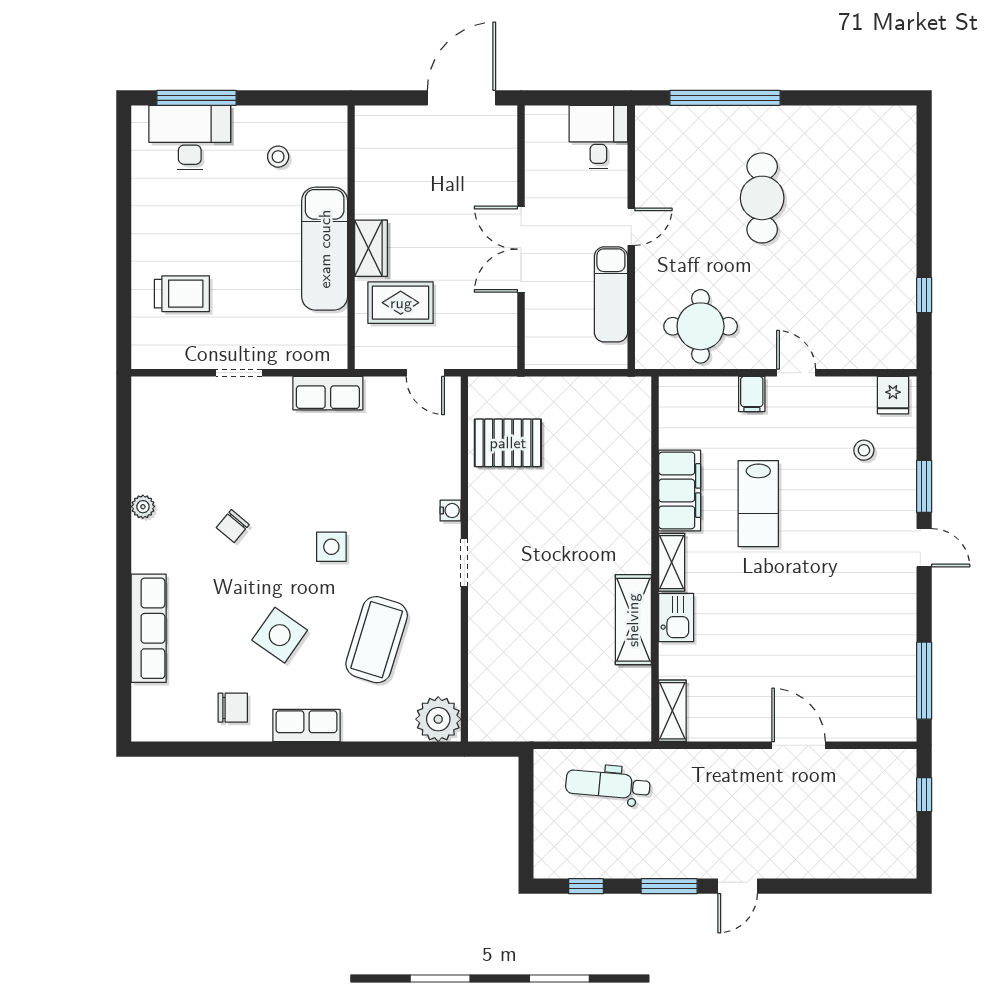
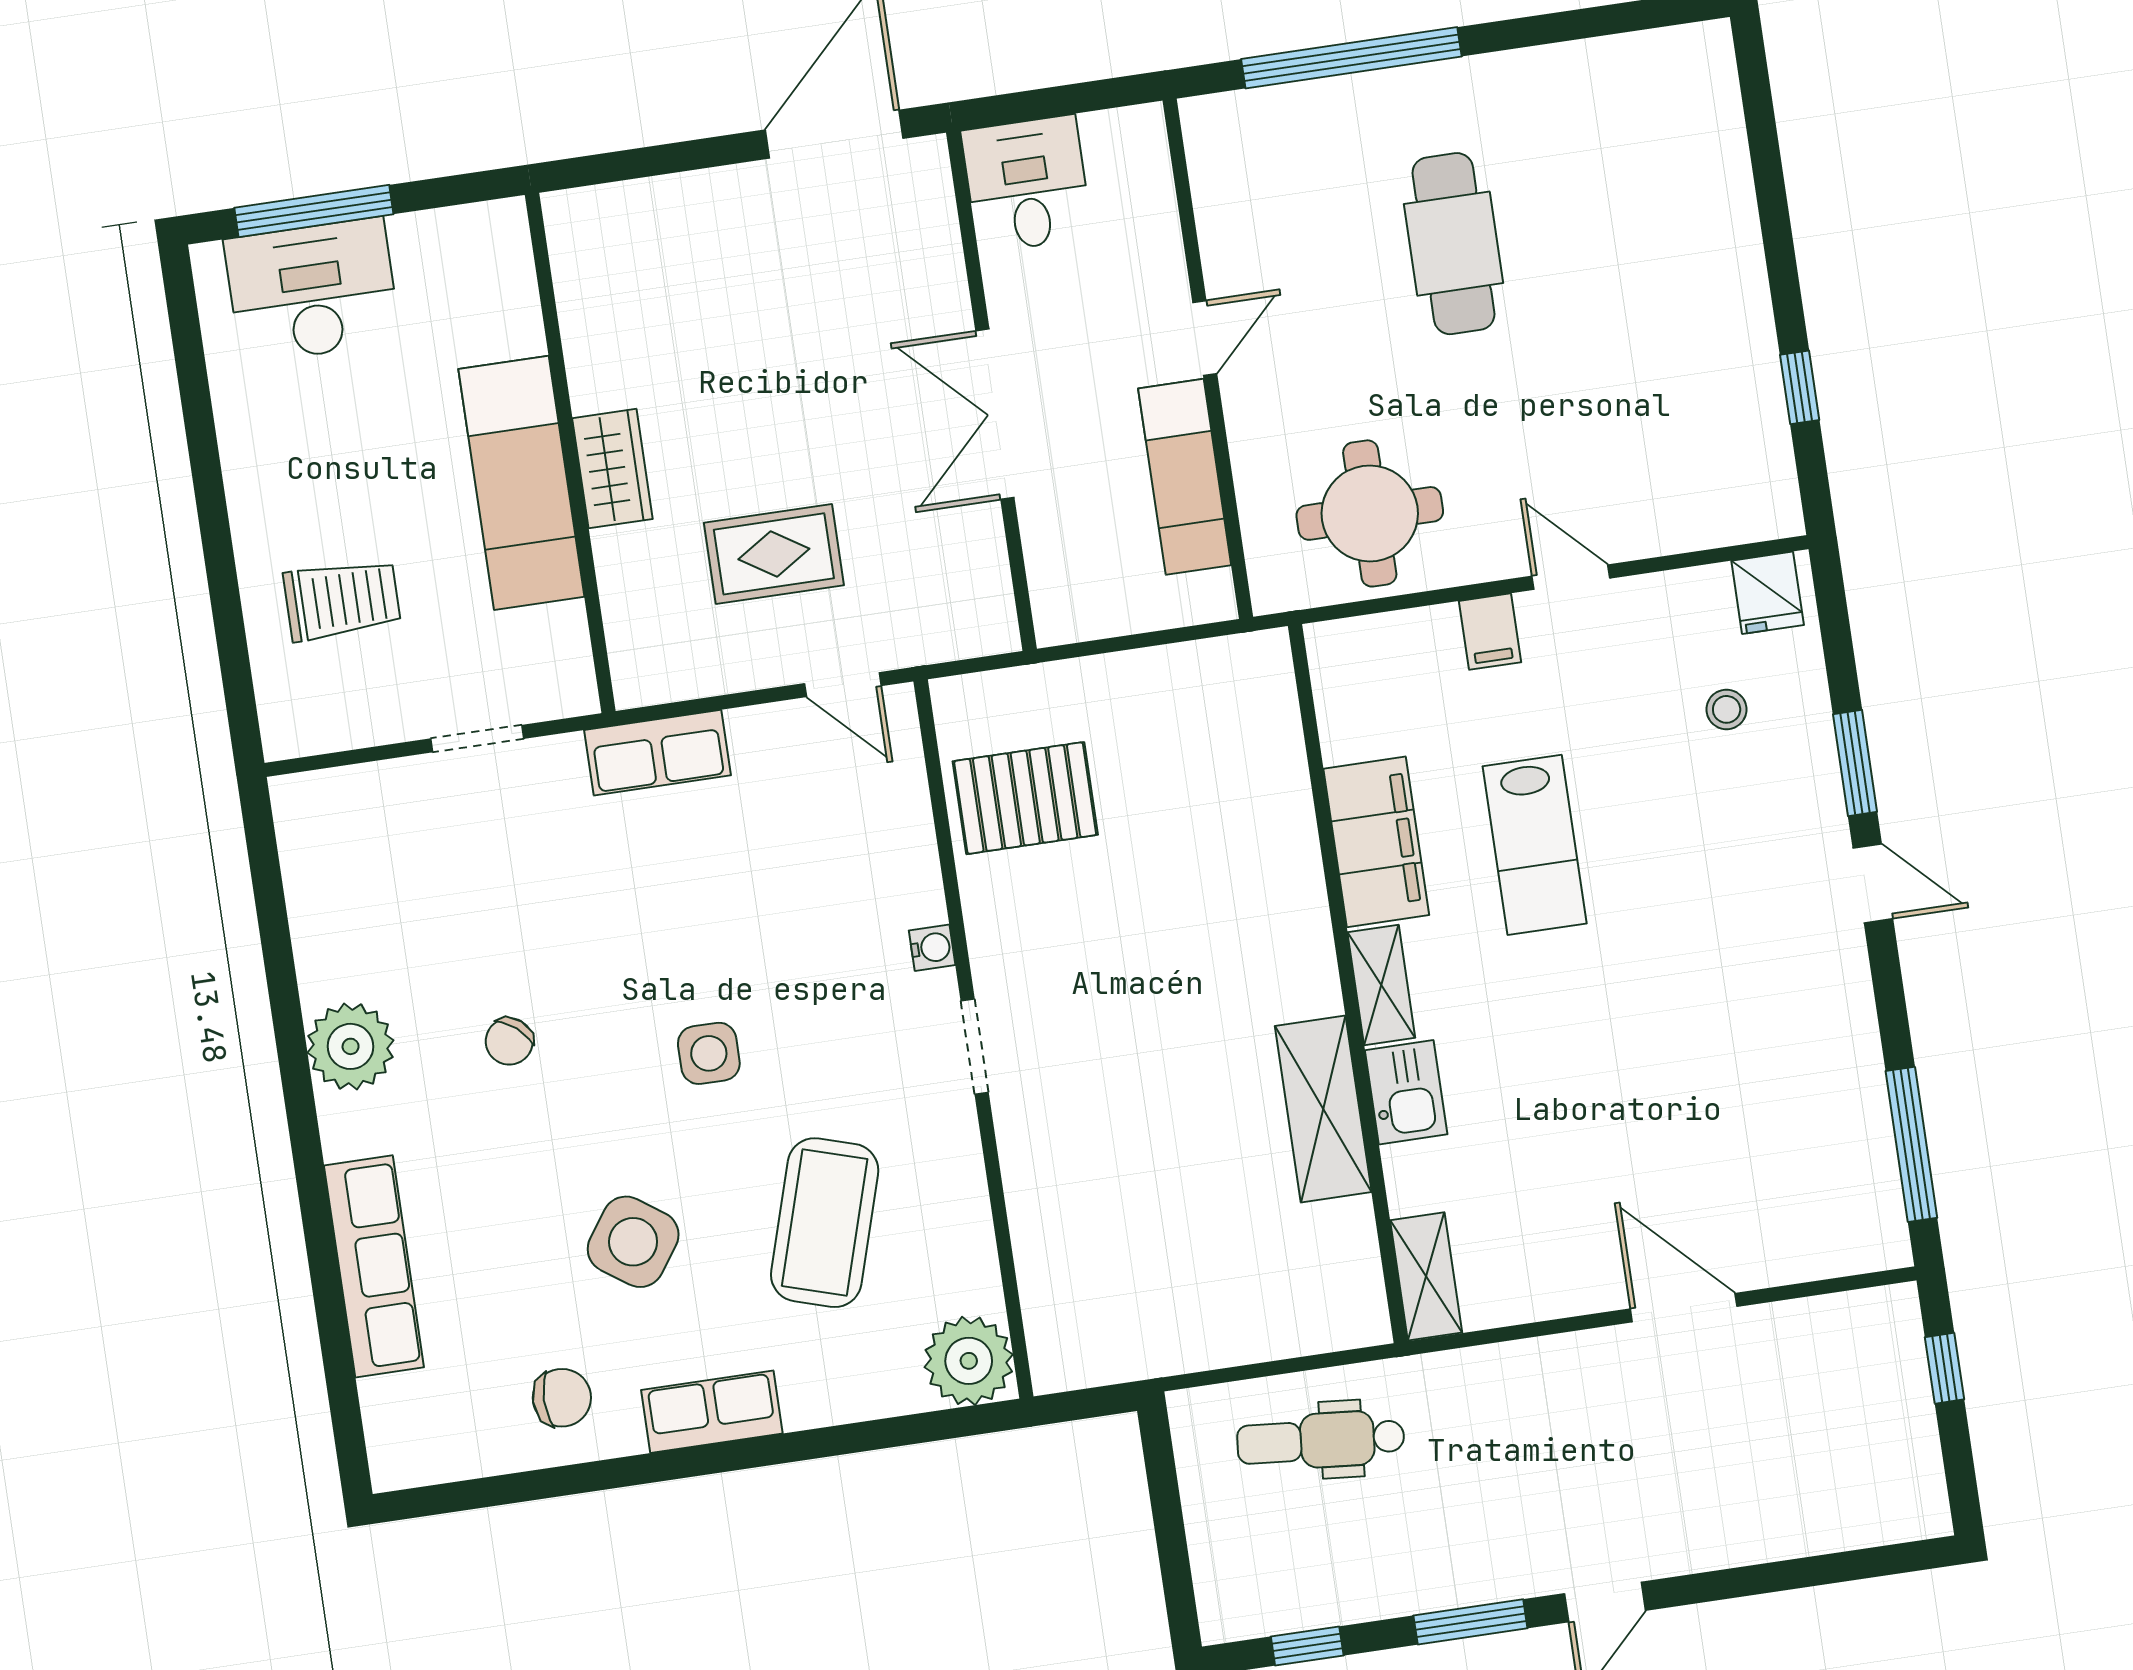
desk: (598, 137) -> (1027, 184), moved
stool: (278, 157) -> (491, 303), removed
wall: (351, 237) -> (570, 453), moved
wardrobe: (371, 248) -> (612, 469), moved
exam couch: (325, 249) -> (521, 483), moved
plant: (143, 507) -> (351, 1046), width x1.87, depth x1.87

